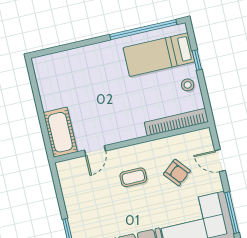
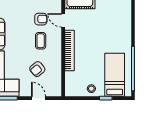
bookcase: (176, 122) -> (69, 50), moved
door: (220, 161) -> (39, 98), hinge flipped
armchair: (101, 184) -> (41, 19), added

